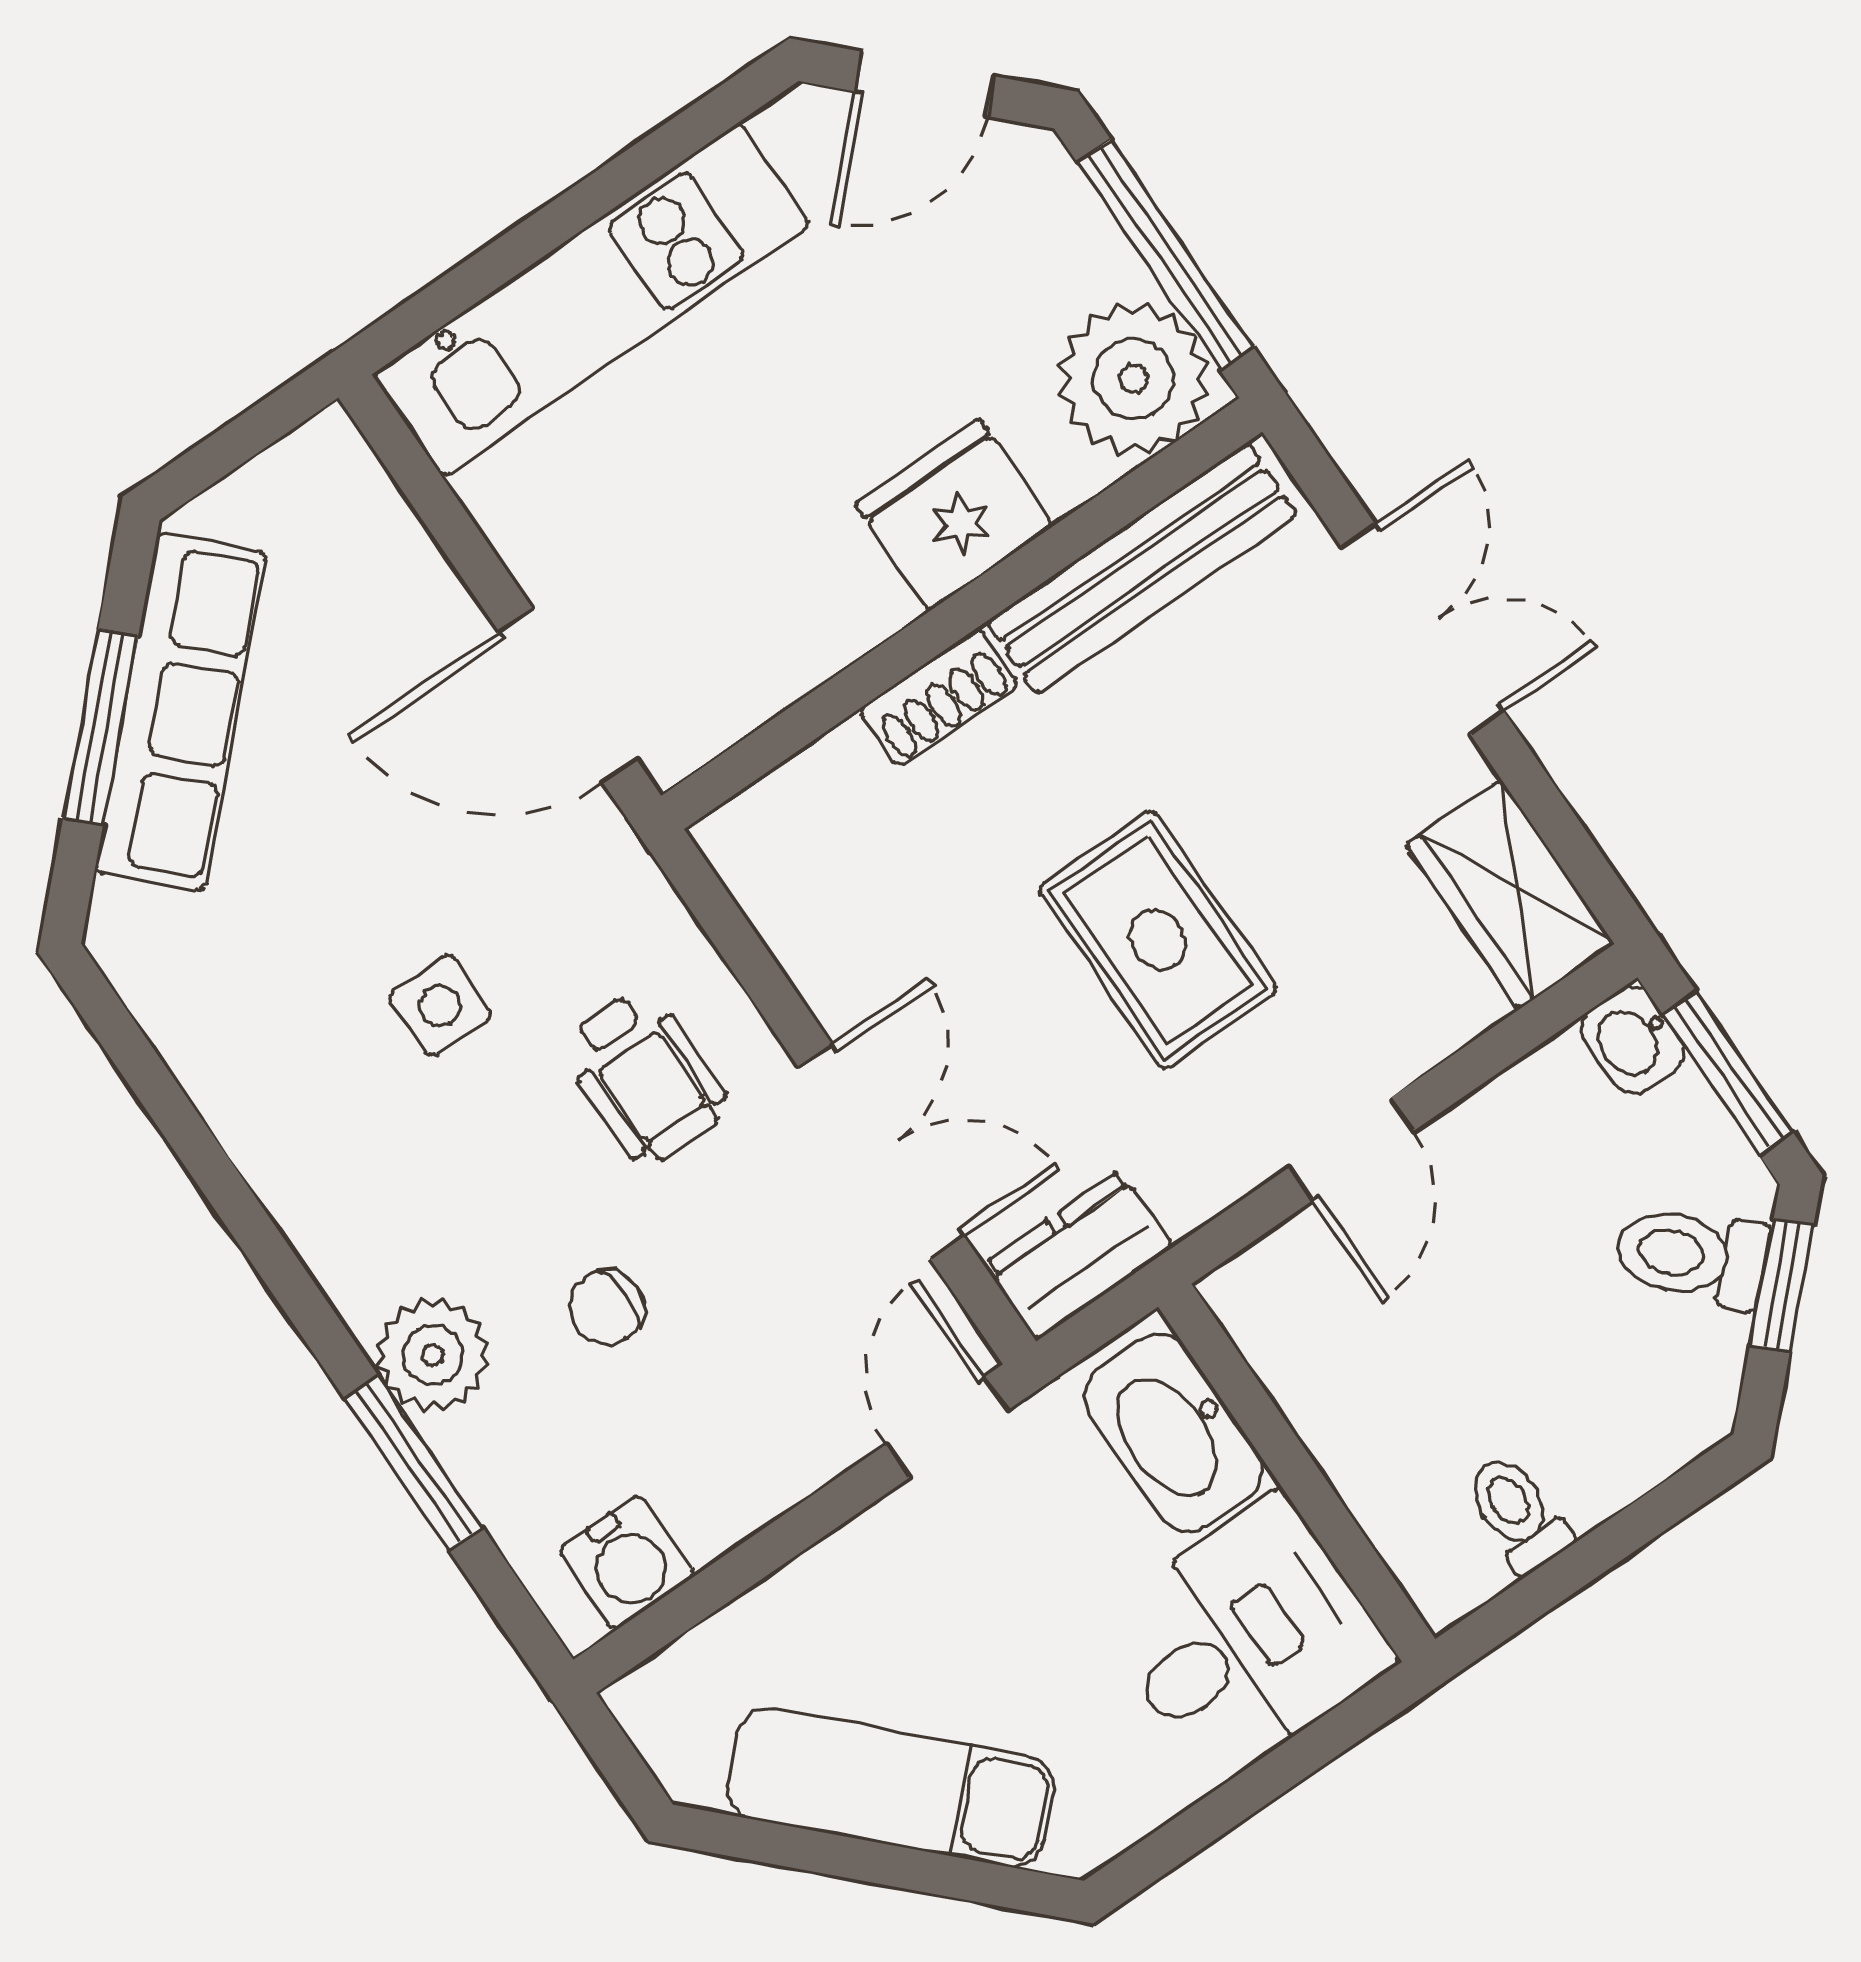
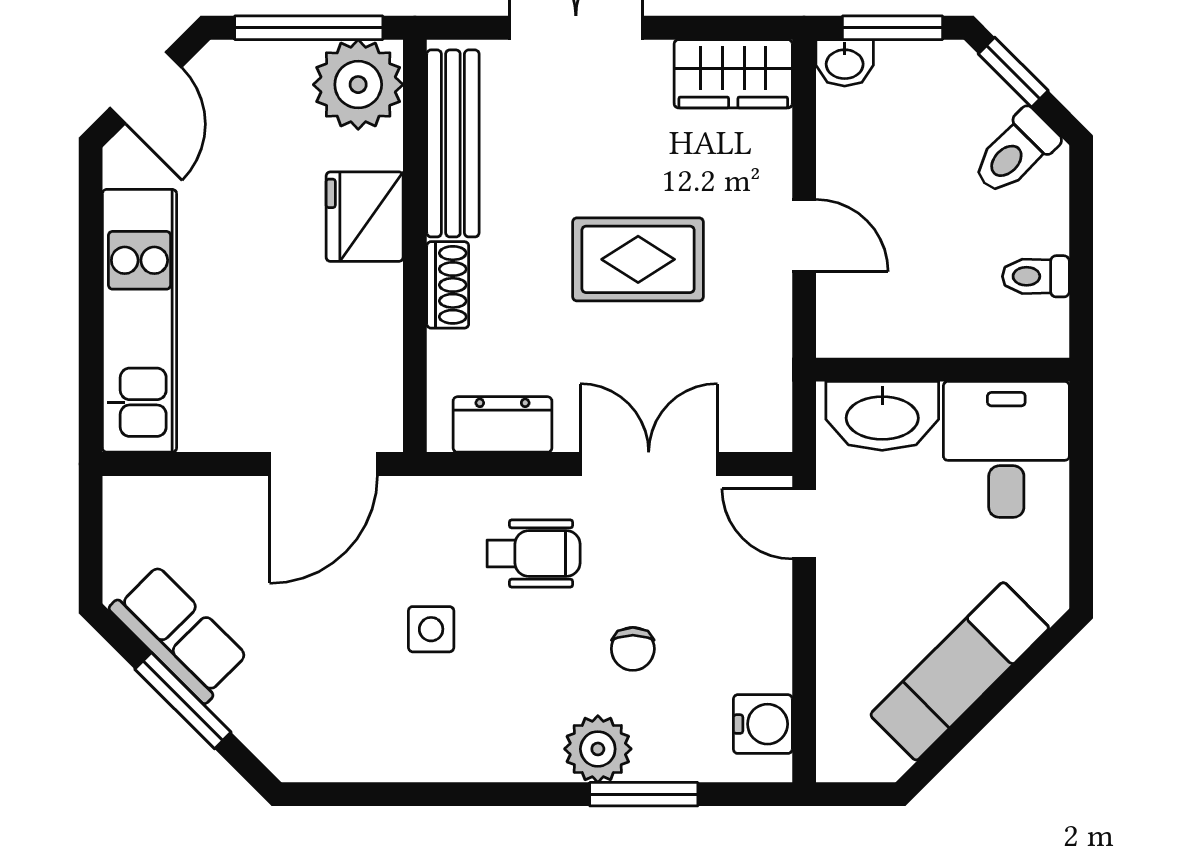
row of seats: (181, 712) -> (179, 634), width x0.68
dresser: (1079, 1255) -> (502, 424), moved, turned 90
toilet: (1692, 1256) -> (1015, 152), moved

